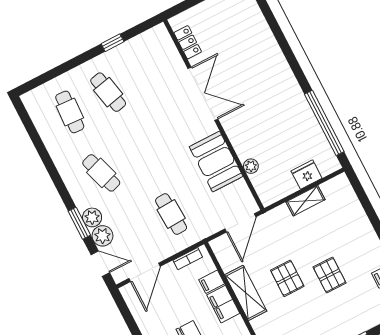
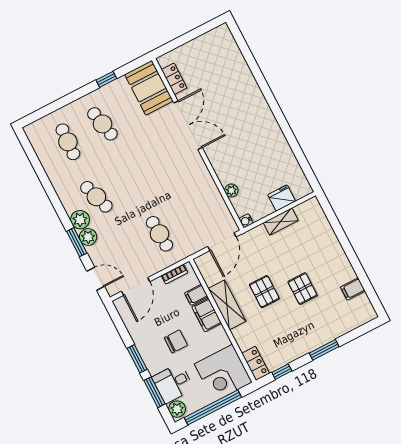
window: (324, 123) -> (298, 151), removed
booth: (216, 162) -> (149, 88), moved
water cooler: (267, 200) -> (246, 221), added
plant: (103, 236) -> (80, 220), moved

